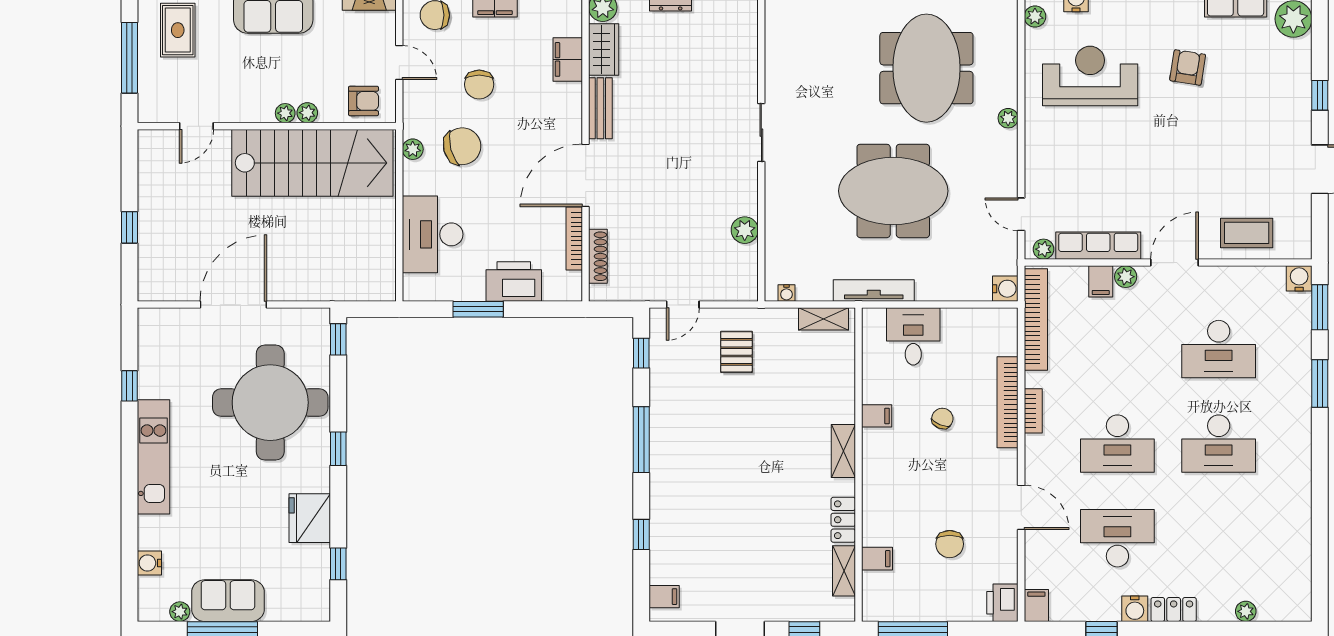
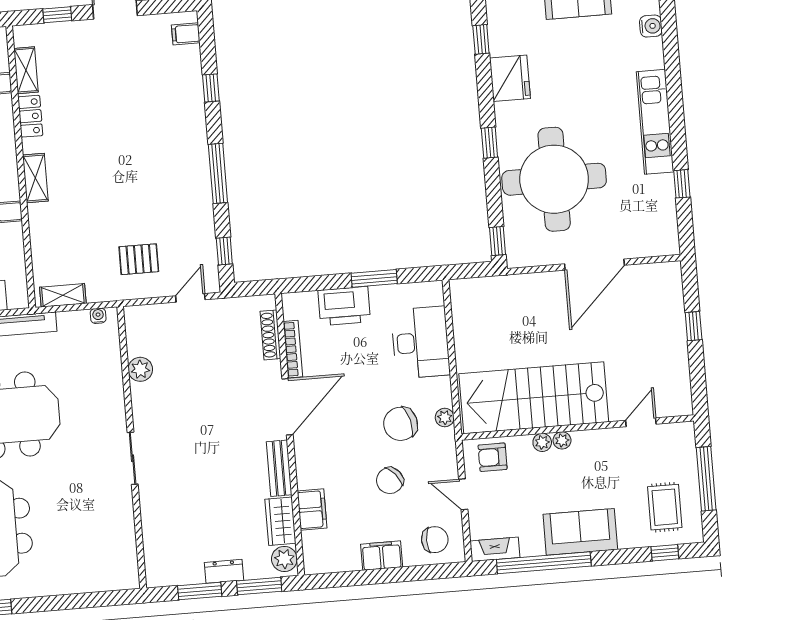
chair: (479, 84) -> (390, 481), turned -130
pallet: (736, 352) -> (139, 259), turned 90

